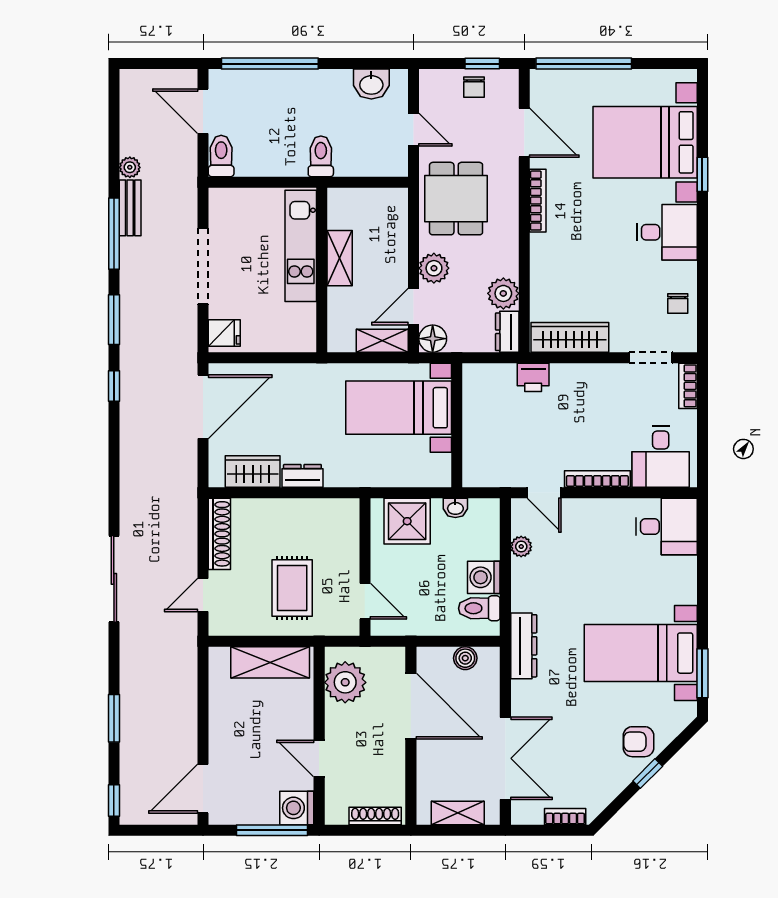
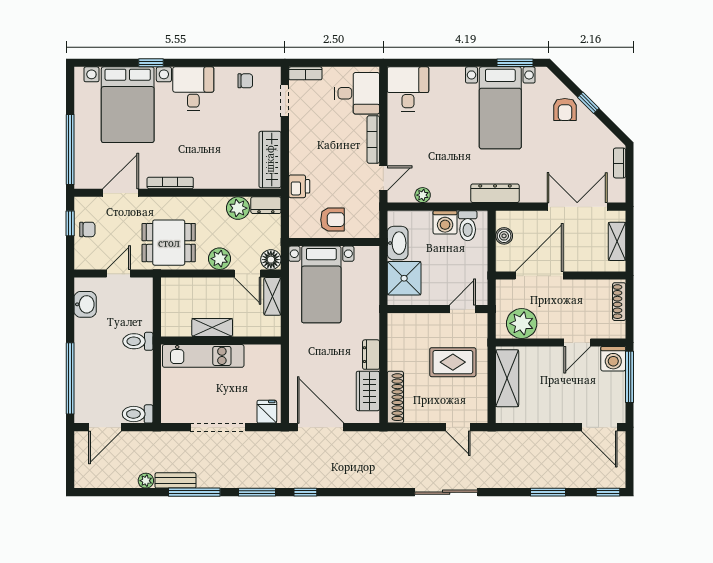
armchair: (488, 423) -> (332, 220), added
washbasin: (455, 508) -> (398, 243), width x1.91, depth x1.45
shoe rack: (219, 534) -> (395, 397), moved, turned 90

